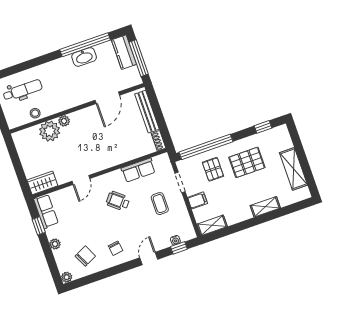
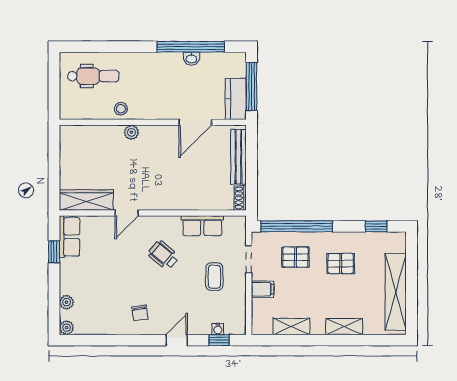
kitchen counter: (124, 52) -> (236, 99), moved
washbasin: (84, 57) -> (191, 59), width x0.52, depth x0.69
stool: (35, 113) -> (121, 109), moved
plant: (50, 131) -> (109, 139), removed
pallet: (247, 162) -> (341, 263), width x0.67, depth x0.71
pallet: (213, 169) -> (295, 257), turned 90
shelving: (293, 169) -> (396, 292), width x1.47
wardrobe: (42, 183) -> (86, 200), width x1.50
shelving: (212, 225) -> (291, 326), moved
plant: (55, 244) -> (67, 302), moved
chair: (85, 256) -> (99, 310), removed

